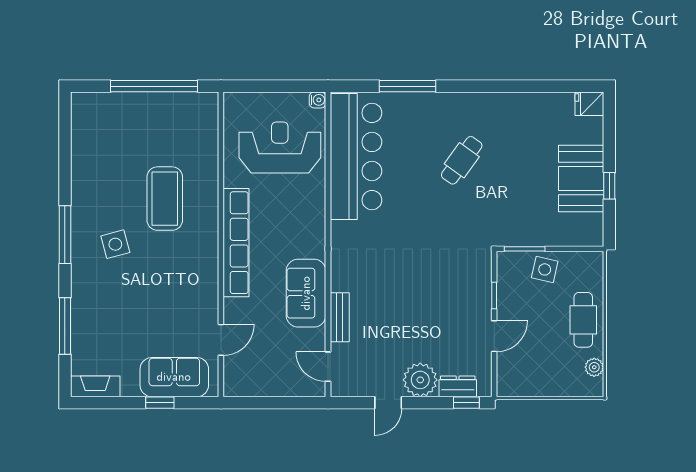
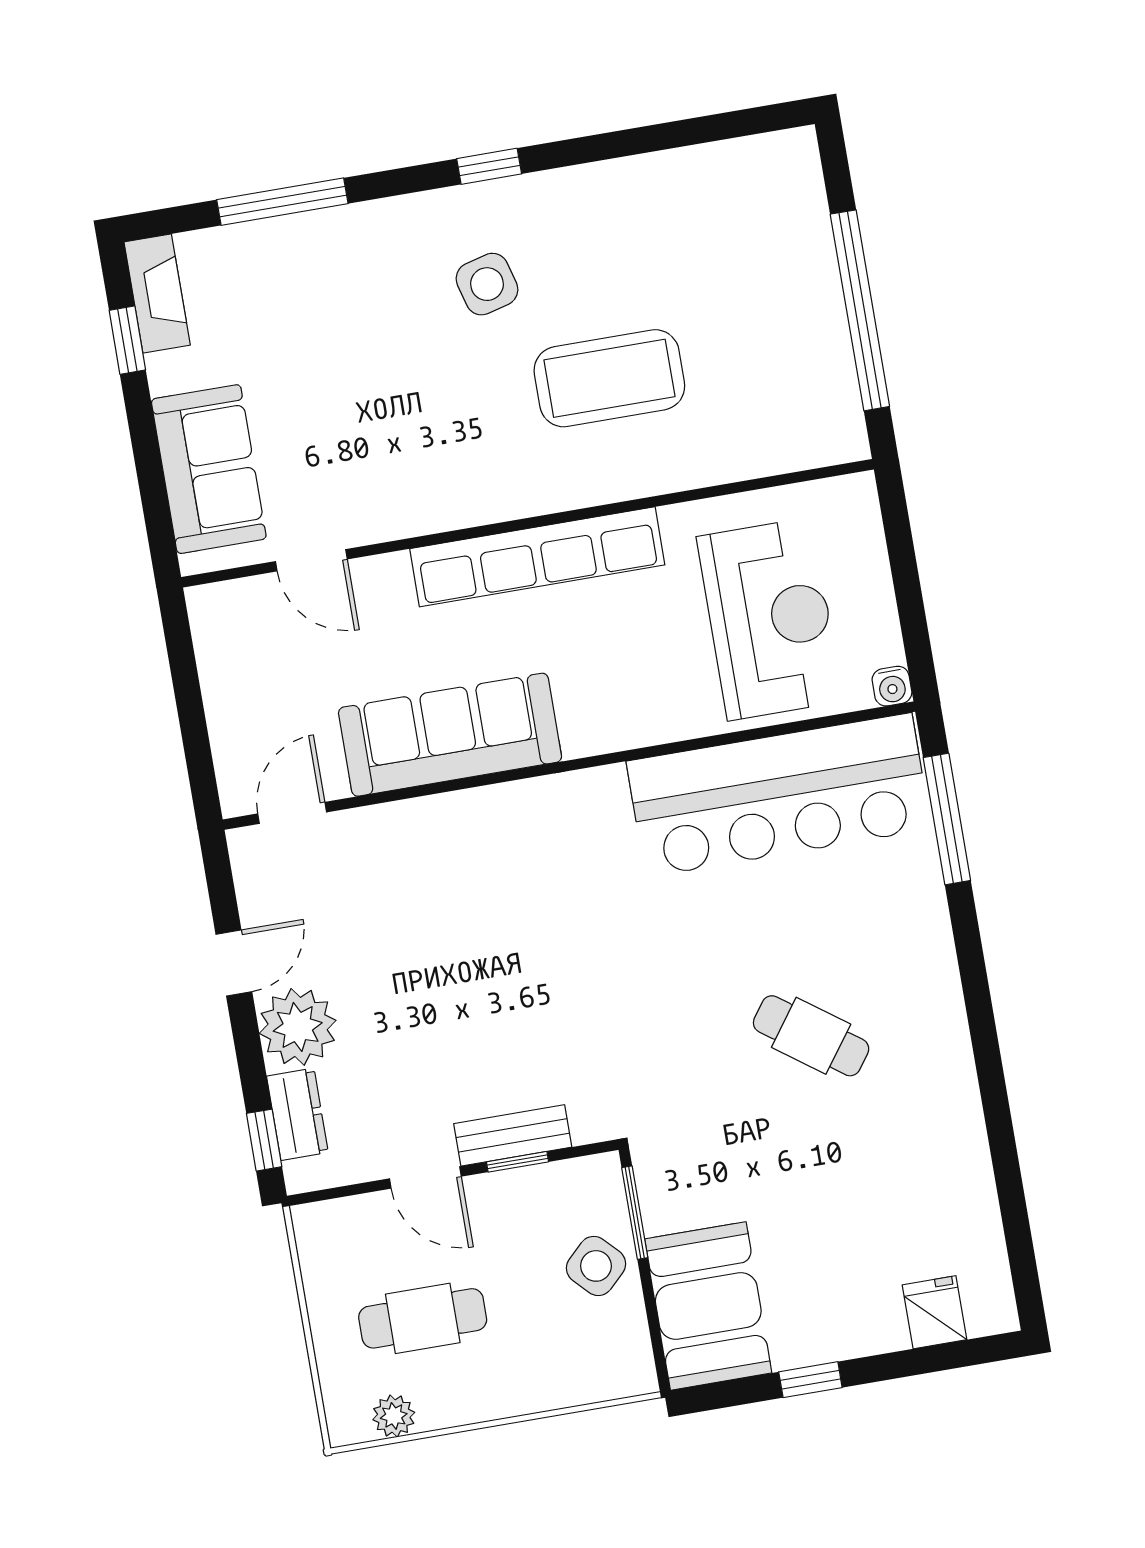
window: (407, 86) -> (947, 819), moved
fridge: (589, 104) -> (935, 1312), moved
booth: (581, 179) -> (708, 1306), moved, turned 90
window: (65, 235) -> (489, 166), width x0.46
side table: (545, 269) -> (596, 1266), turned 33
sofa: (306, 293) -> (450, 735), width x1.36
bench: (340, 317) -> (513, 1135), moved
cafe table: (583, 320) -> (423, 1318), moved
window: (160, 403) -> (127, 340), moved
door: (388, 403) -> (234, 963), swing flipped

